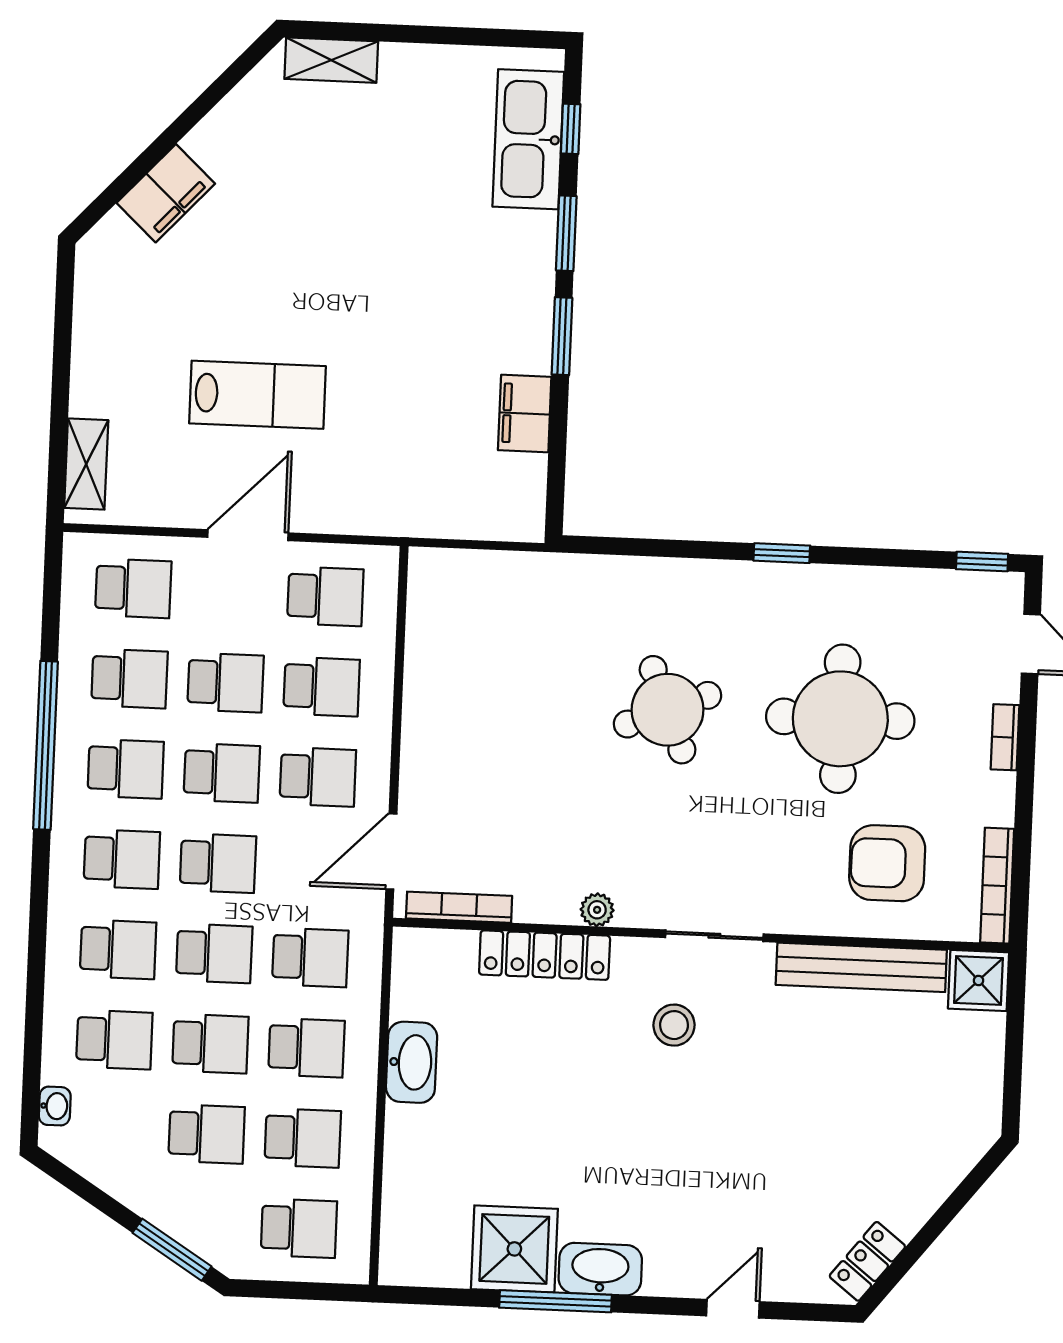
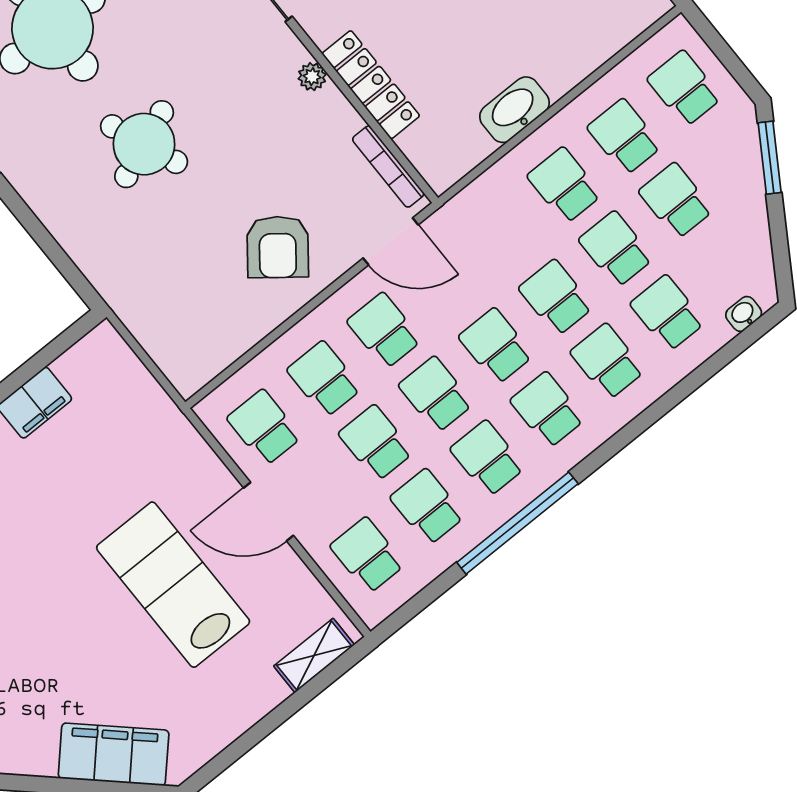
filing cabinet: (166, 193) -> (114, 754), width x1.50, depth x1.17
lab bench: (258, 395) -> (173, 585), width x1.36, depth x1.39
armchair: (474, 748) -> (278, 247), added
school desk: (310, 957) -> (504, 234), removed

